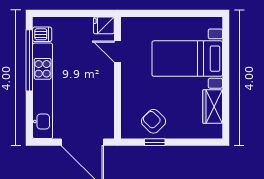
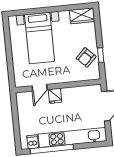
fridge: (104, 25) -> (55, 96), moved
wardrobe: (213, 107) -> (82, 16), moved

